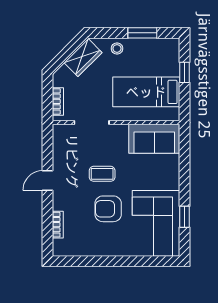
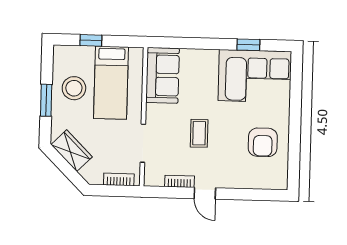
window: (142, 33) -> (46, 100), moved
stool: (117, 48) -> (74, 88), moved, width x1.89, depth x1.89
armchair: (108, 209) -> (263, 142), moved
bookcase: (58, 225) -> (179, 181), moved

